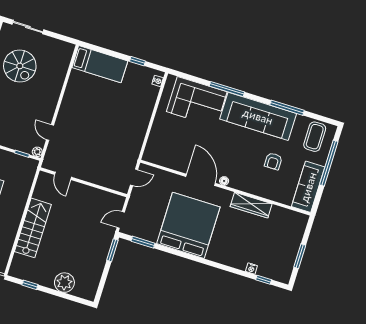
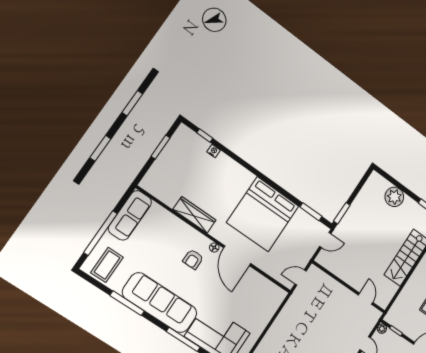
armchair: (273, 161) -> (193, 259), moved, turned 180

